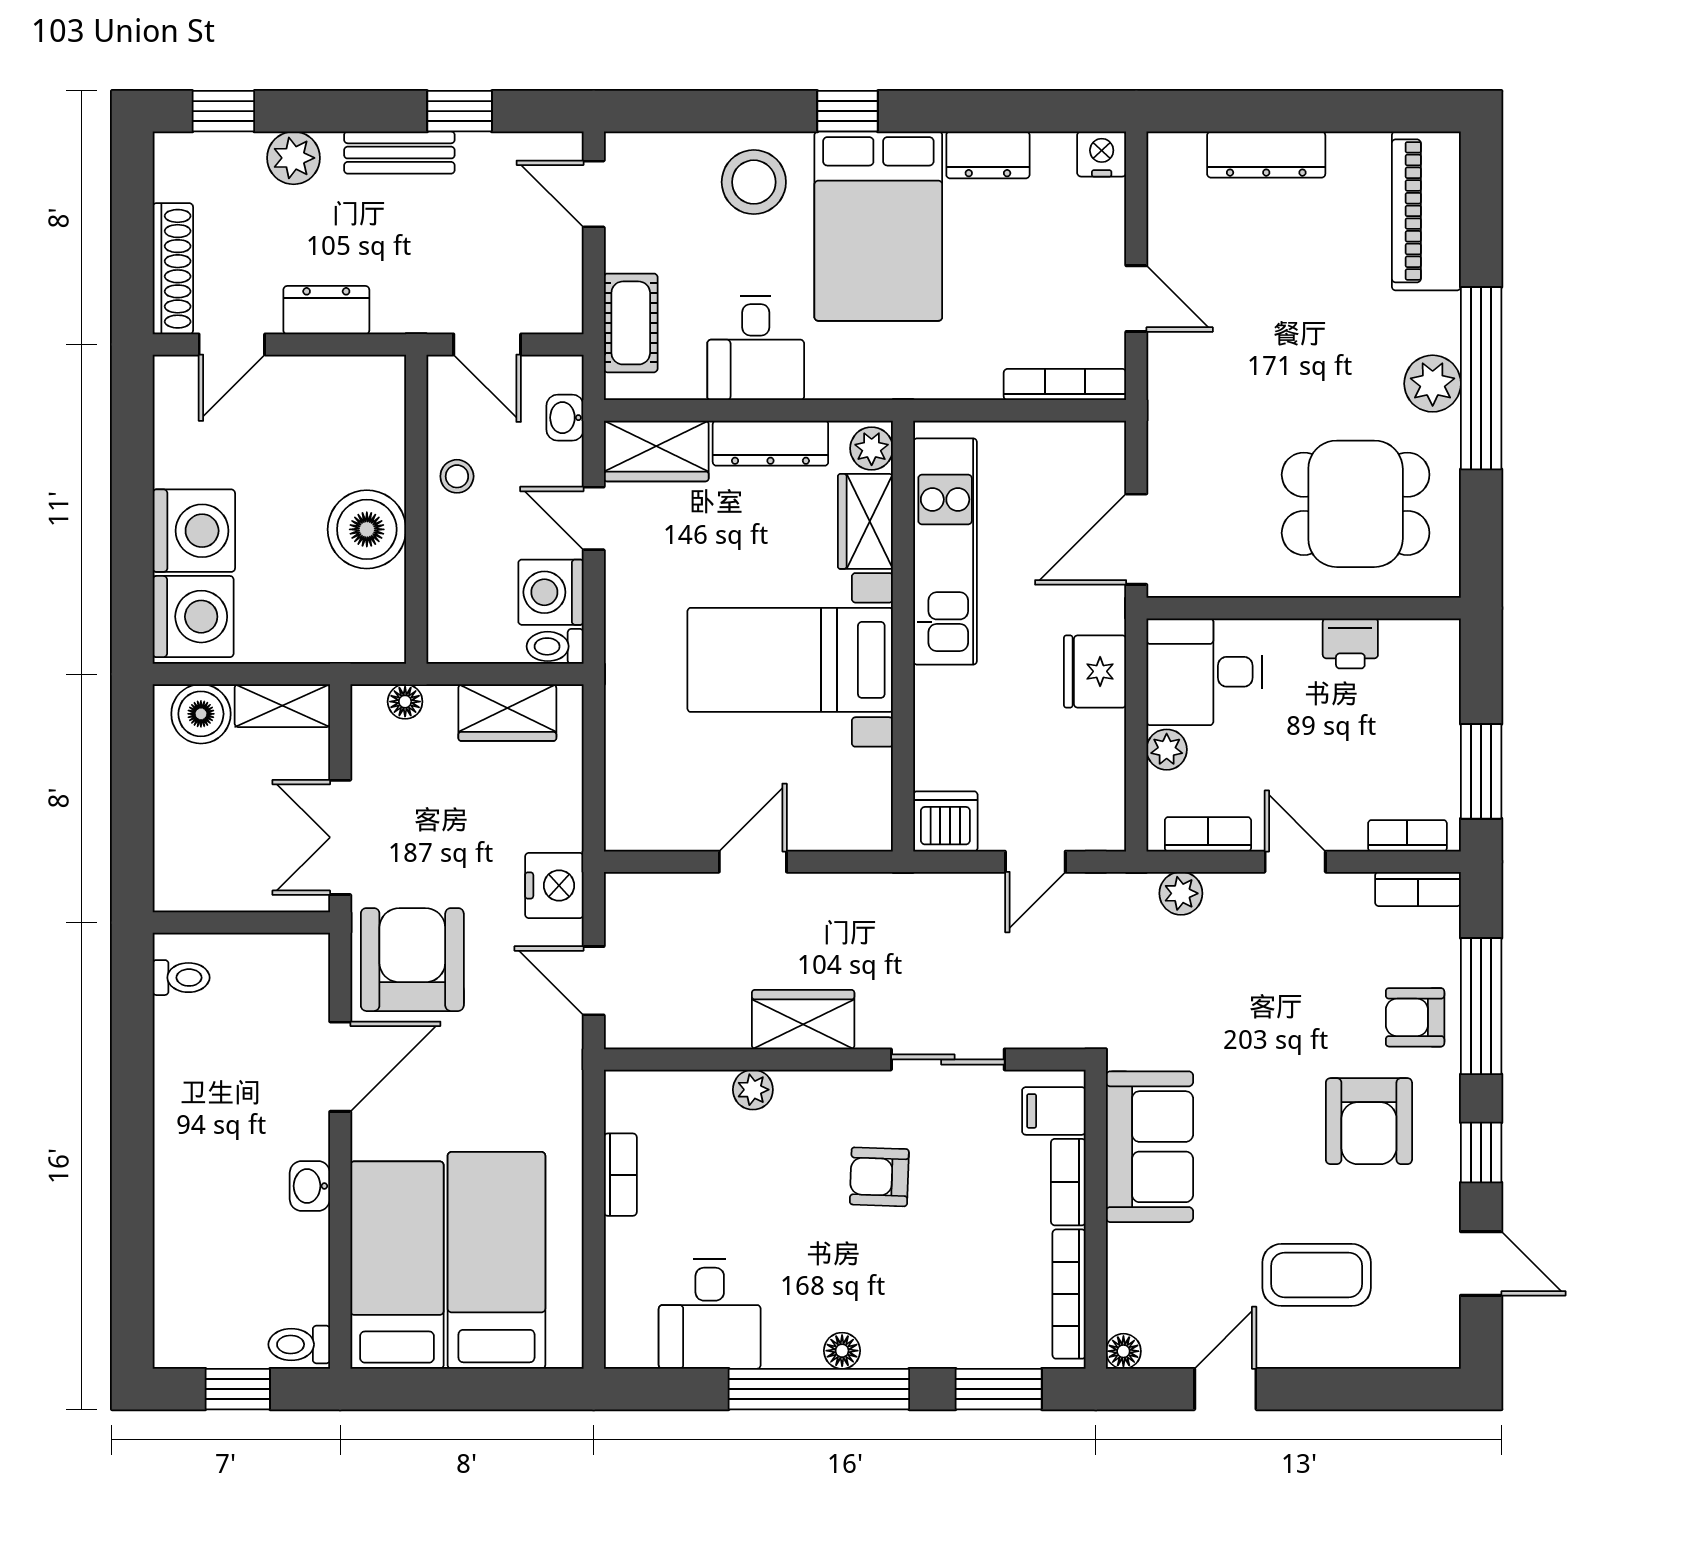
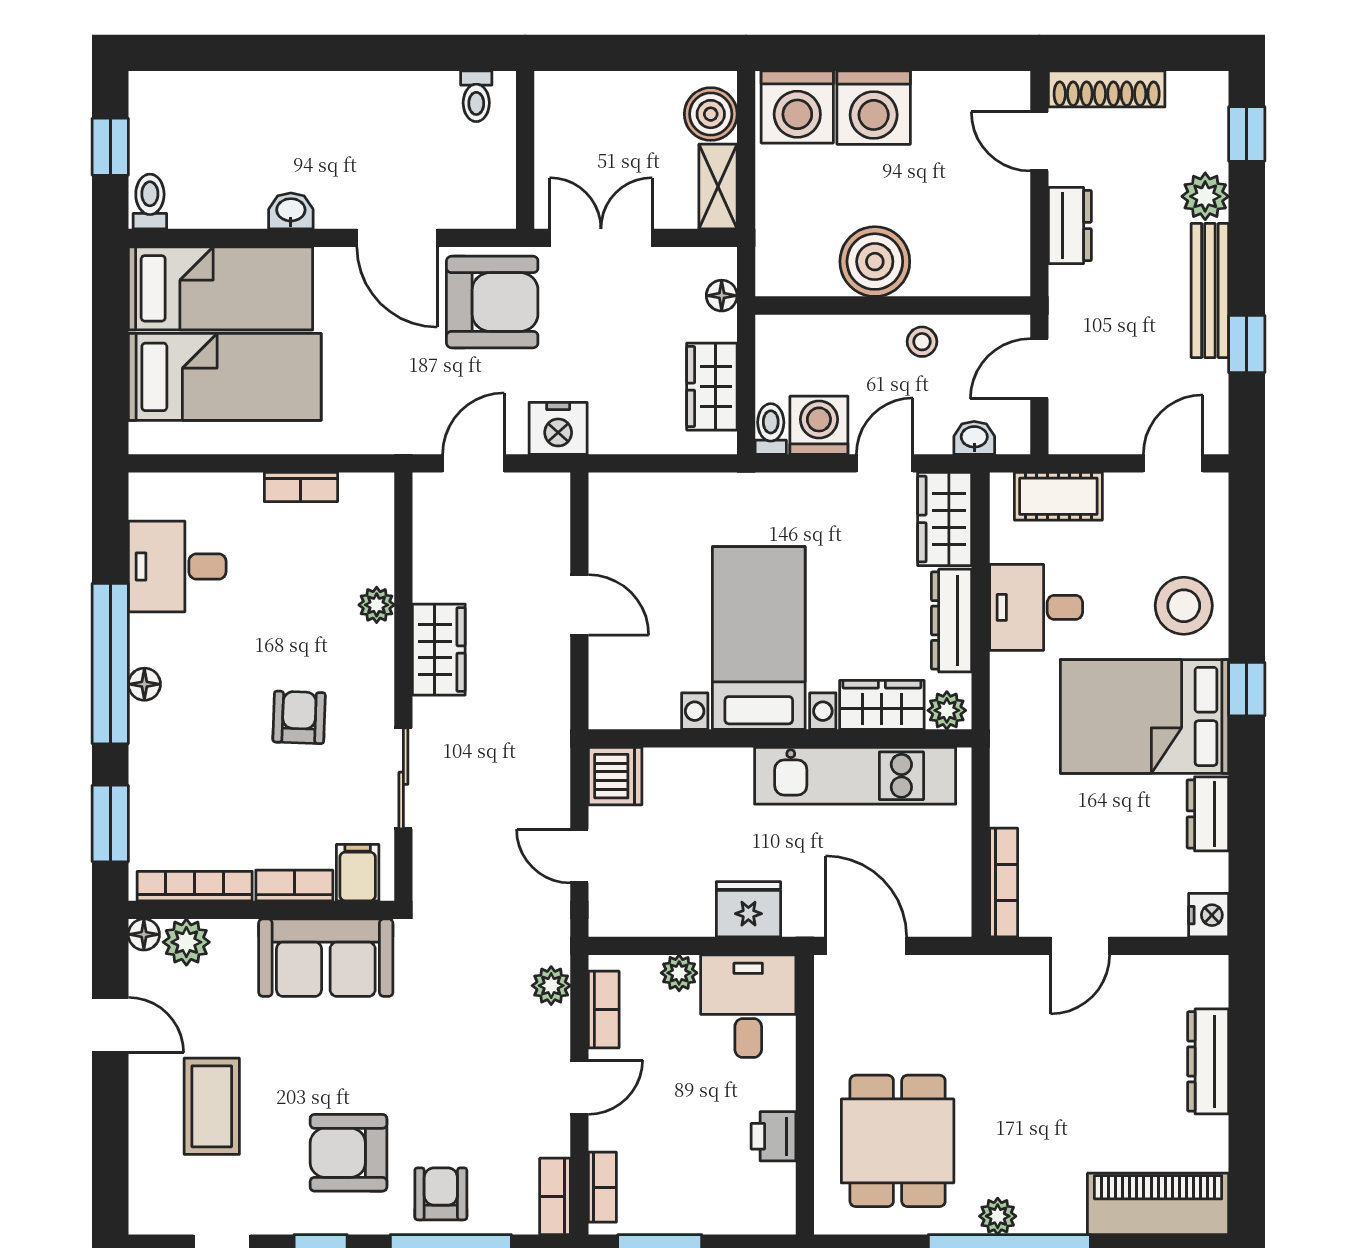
bench: (399, 153) -> (1210, 291), width x1.36
plant: (1433, 384) -> (998, 1216), width x0.73, depth x0.73
plant: (1132, 1304) -> (186, 942), added

